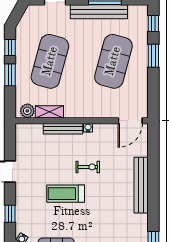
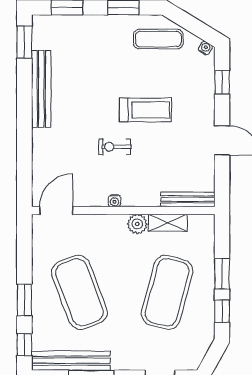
bench: (99, 12) -> (71, 361), moved
exercise mat: (113, 61) -> (79, 292), turned -36
plant: (27, 111) -> (137, 224), moved
bench: (63, 129) -> (188, 199), moved
bench: (141, 185) -> (41, 89), moved

